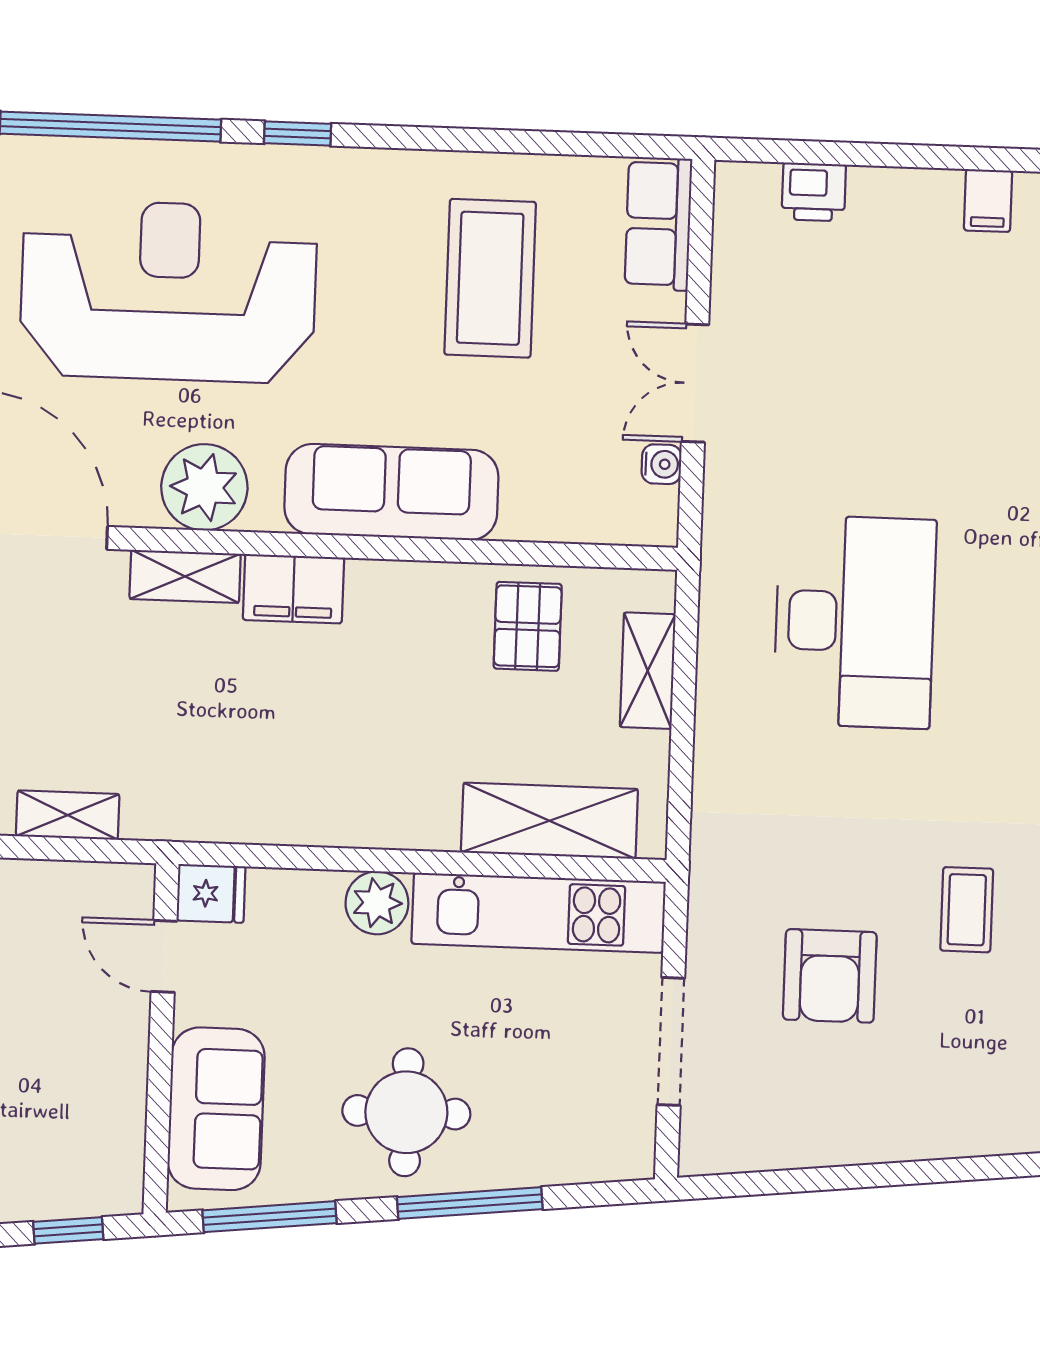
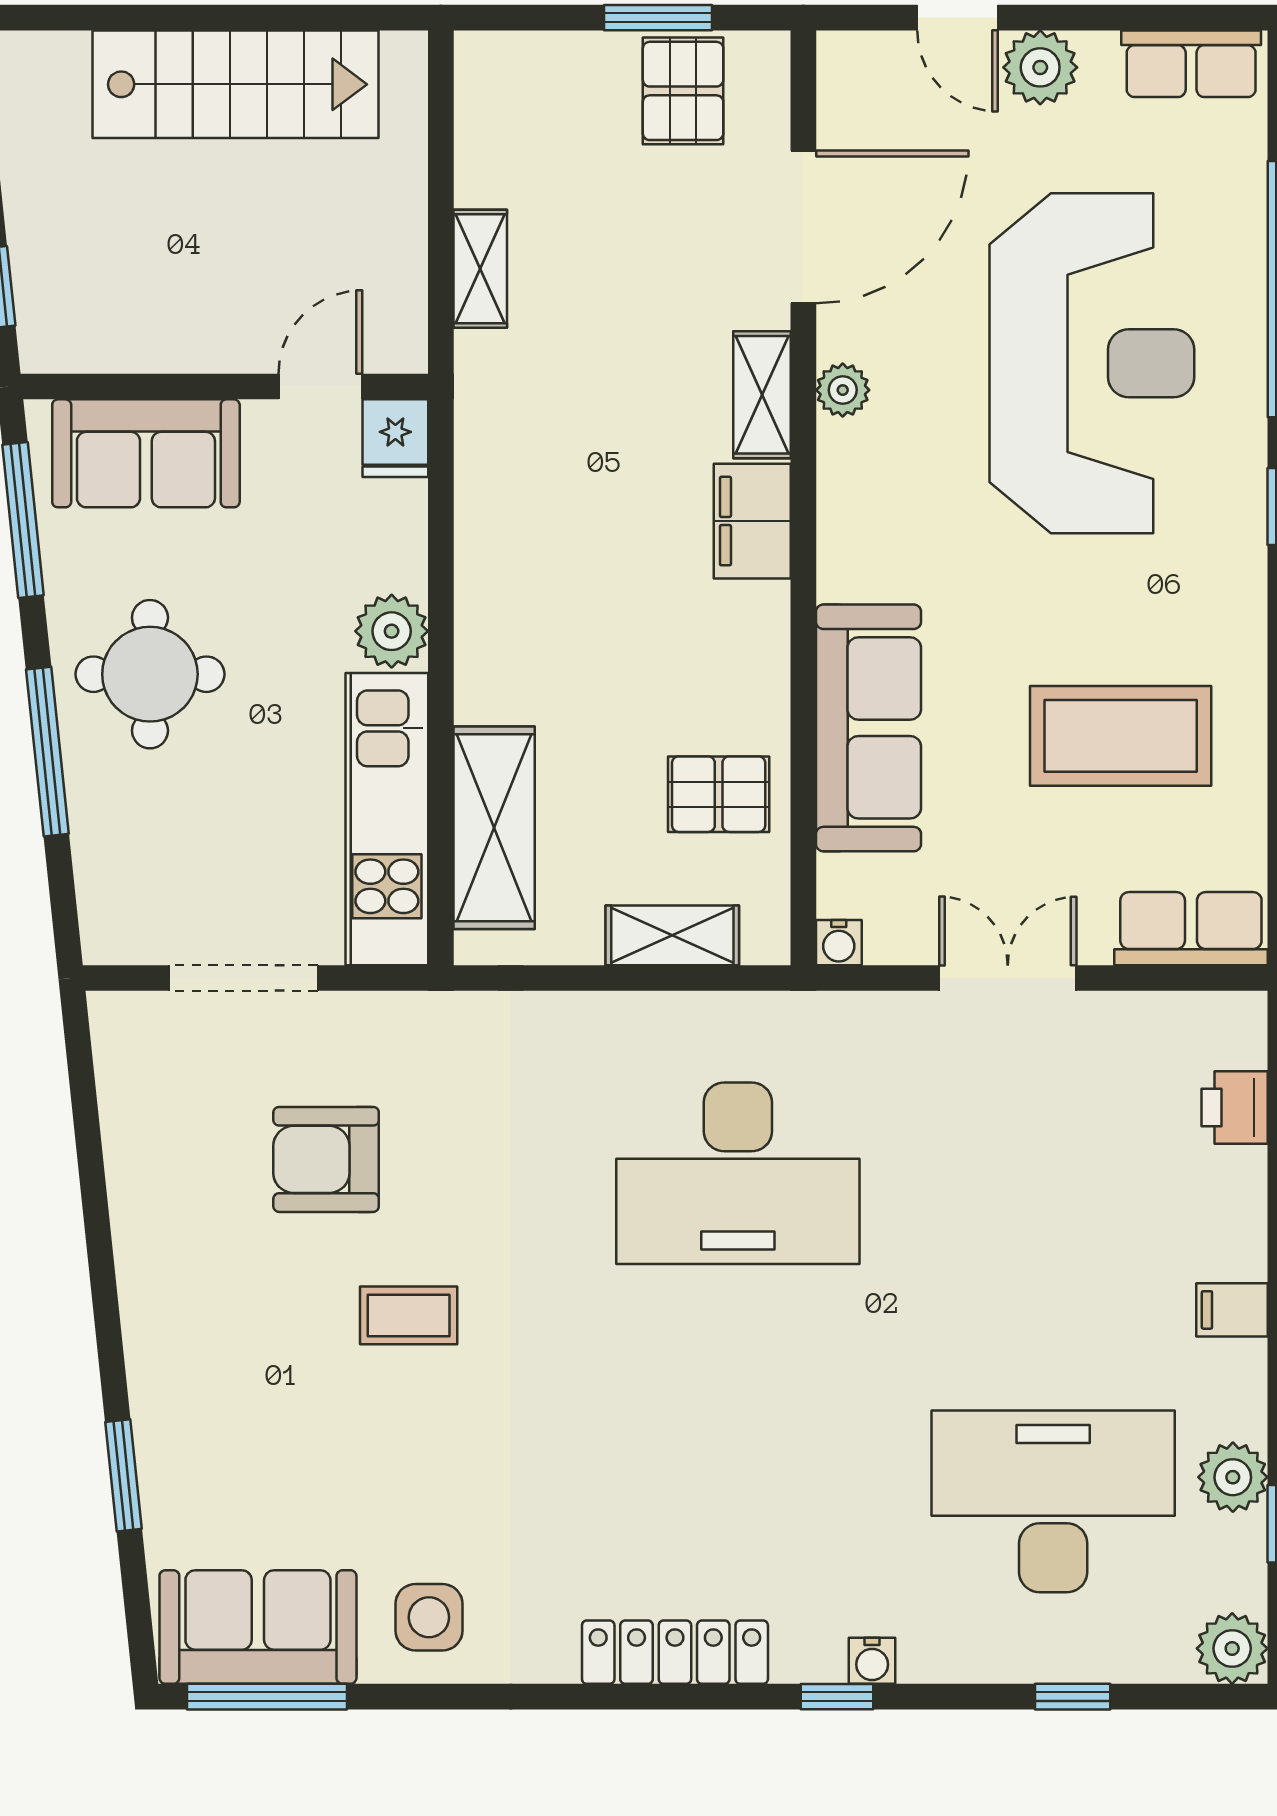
water cooler: (662, 464) -> (839, 943), moved
plant: (204, 487) -> (843, 390), width x0.53, depth x0.53
sofa: (391, 492) -> (869, 728), moved

